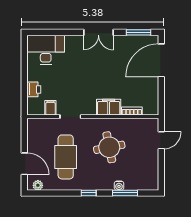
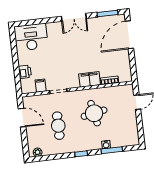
cafe table: (66, 157) -> (58, 126), width x0.73, depth x0.74
door: (24, 164) -> (22, 118), moved

